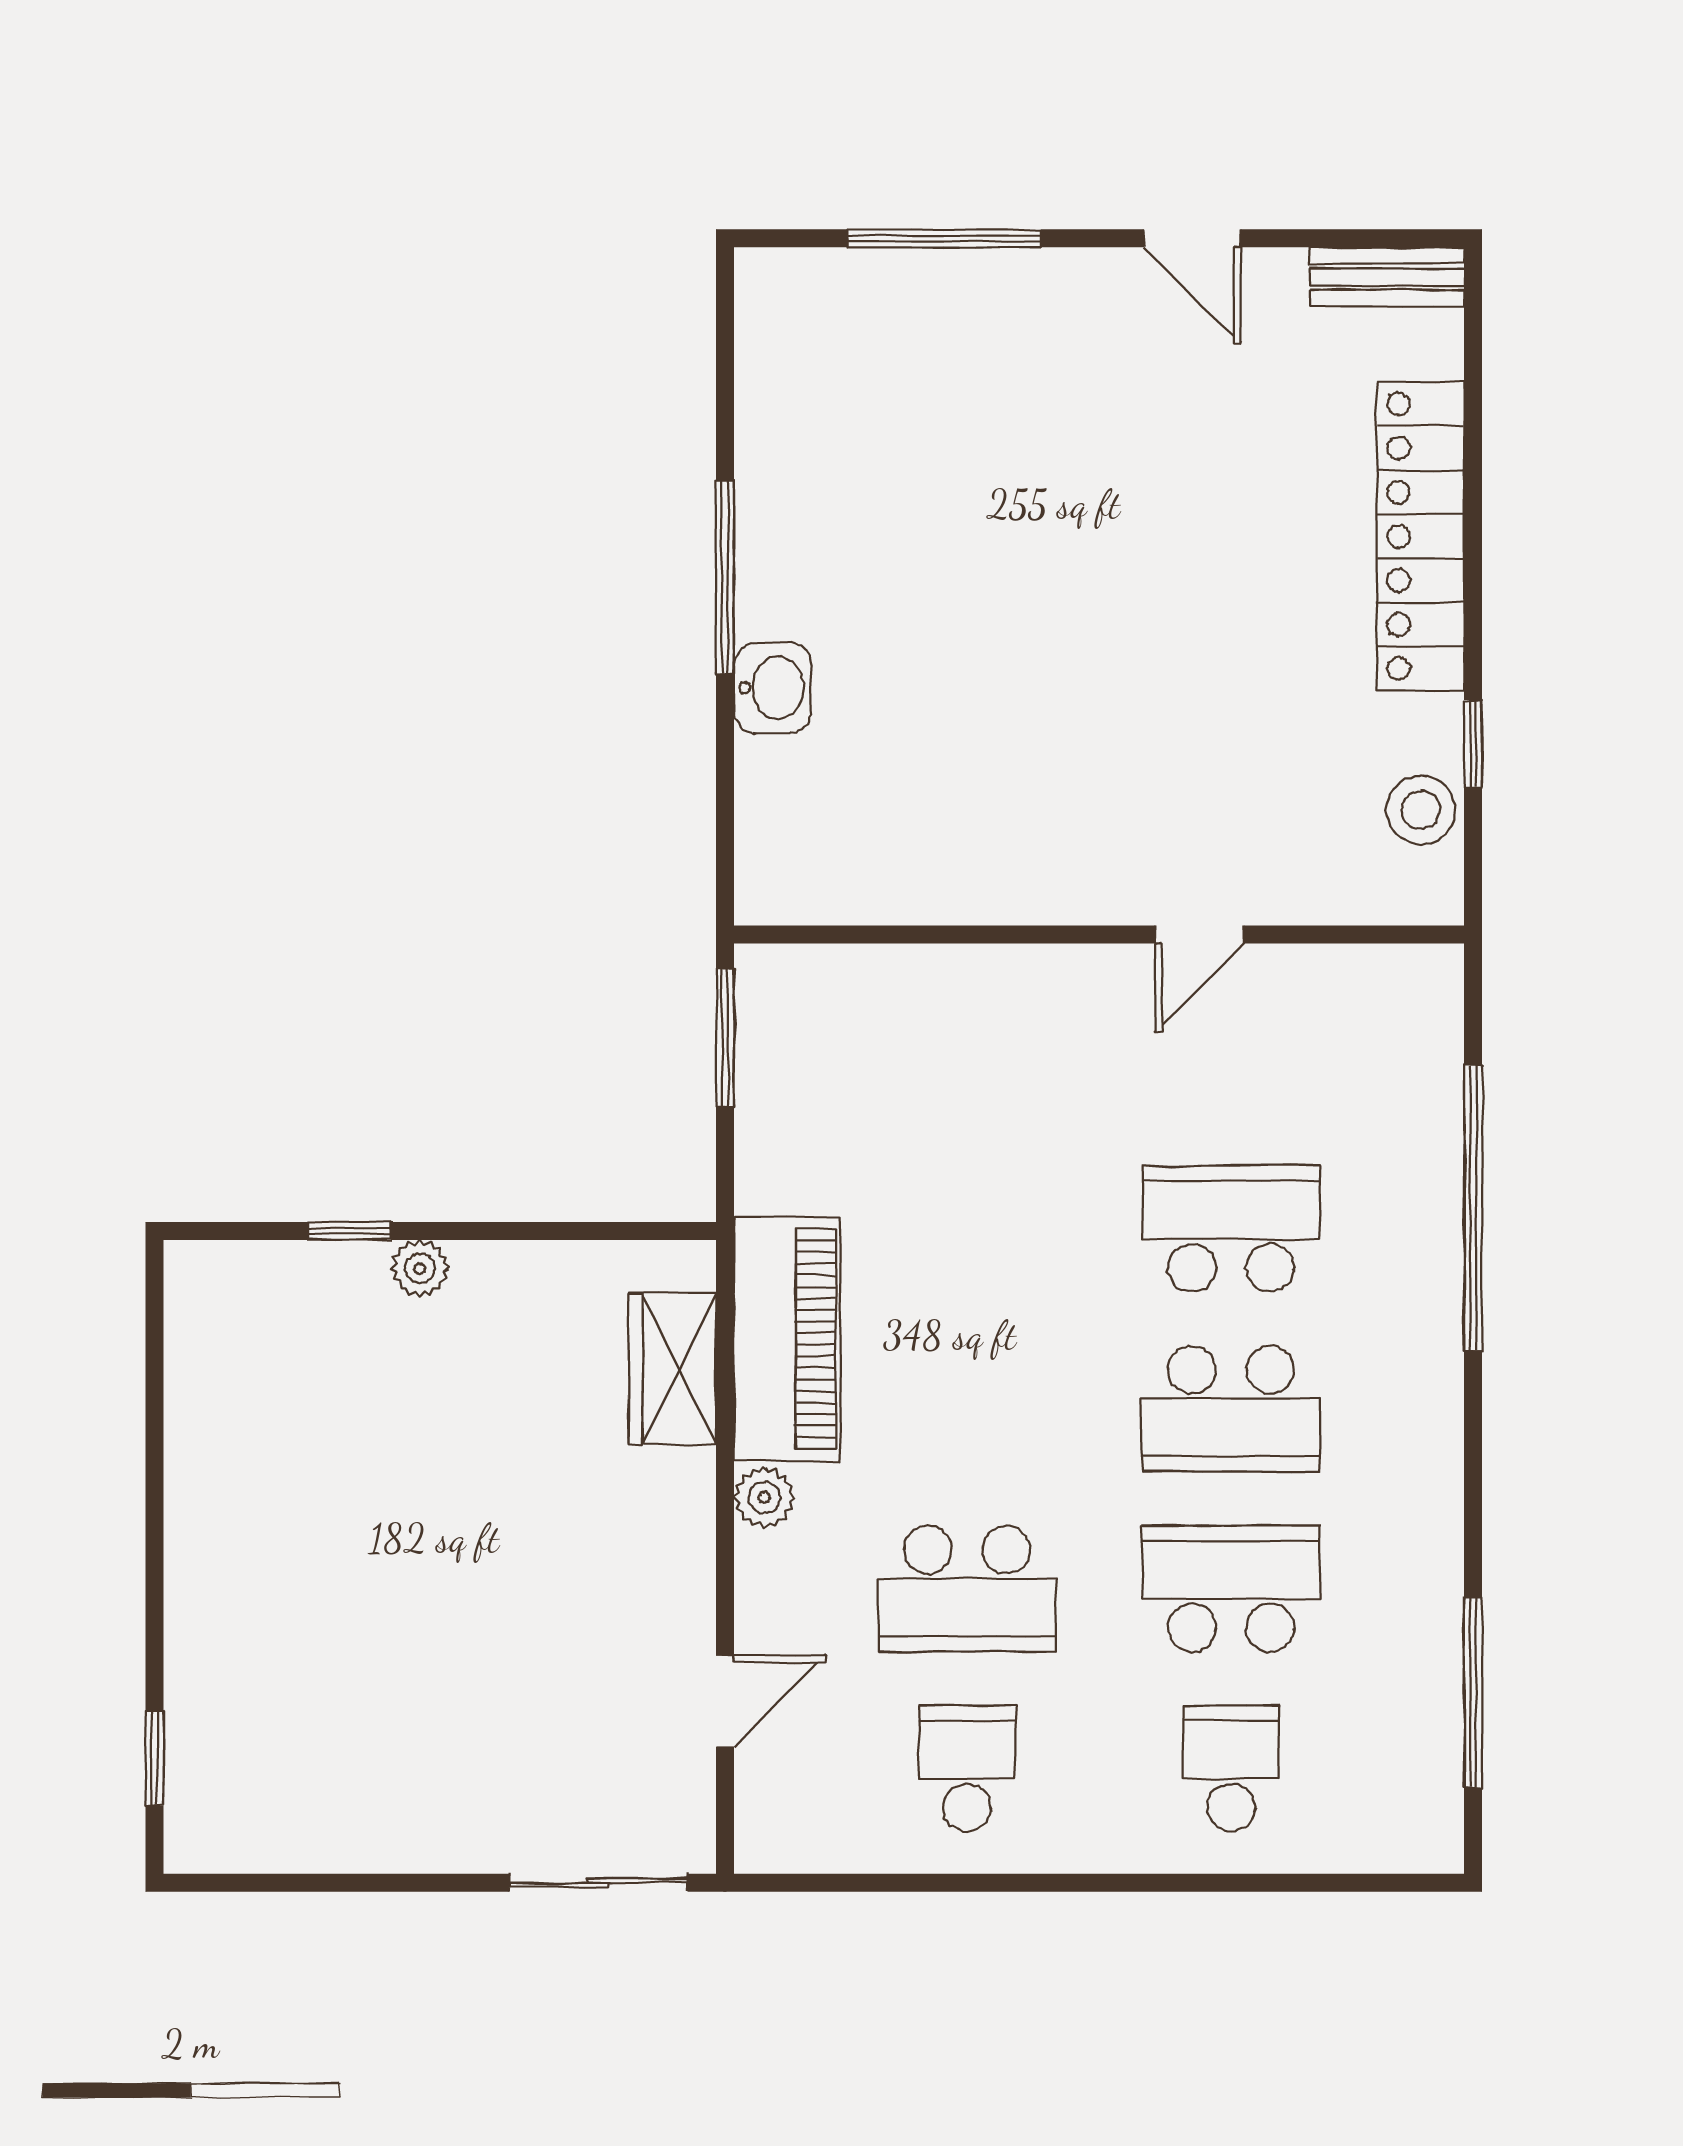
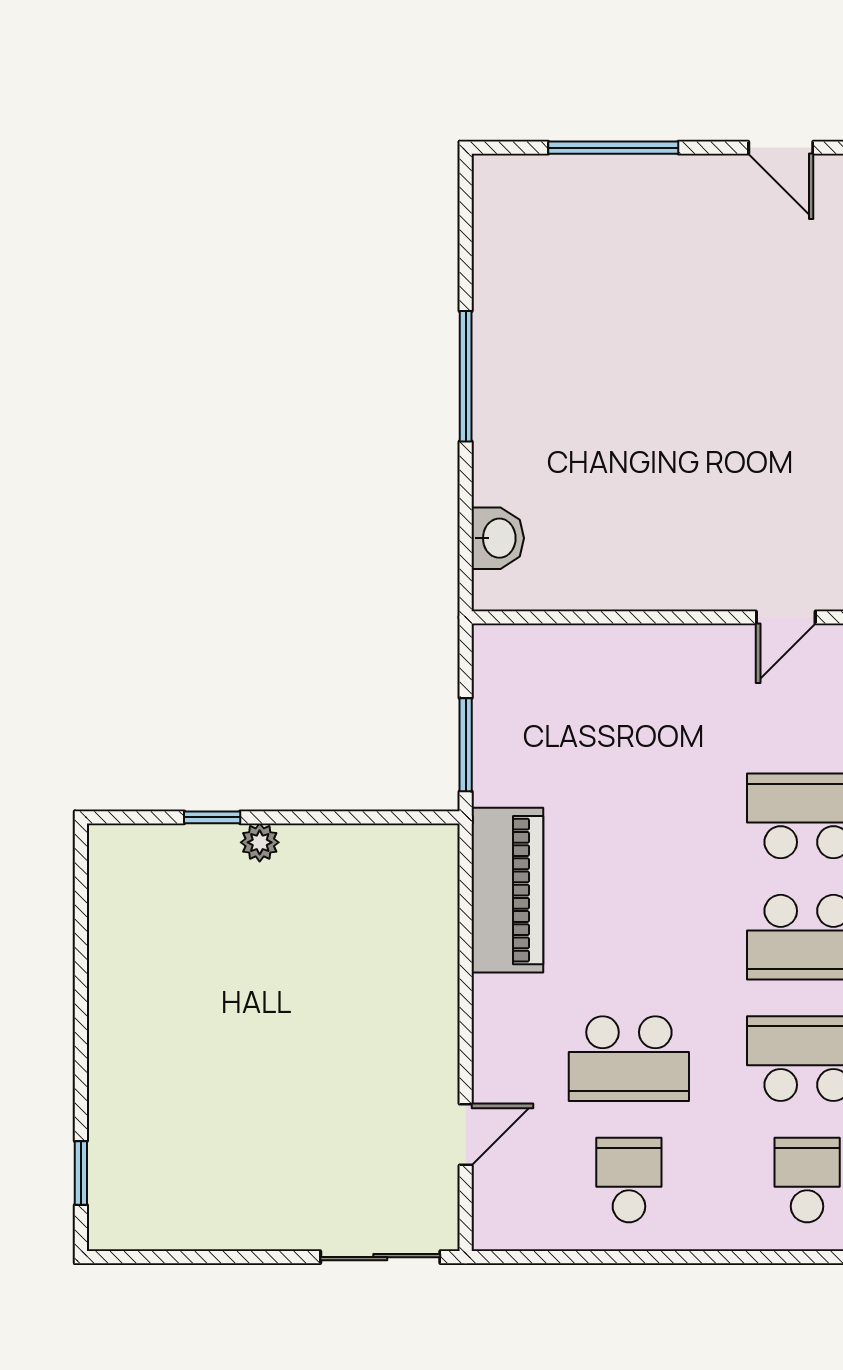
washbasin: (773, 688) -> (498, 538), moved
window: (725, 1038) -> (466, 745), moved
wardrobe: (672, 1369) -> (430, 910), removed
plant: (764, 1497) -> (492, 997), removed

